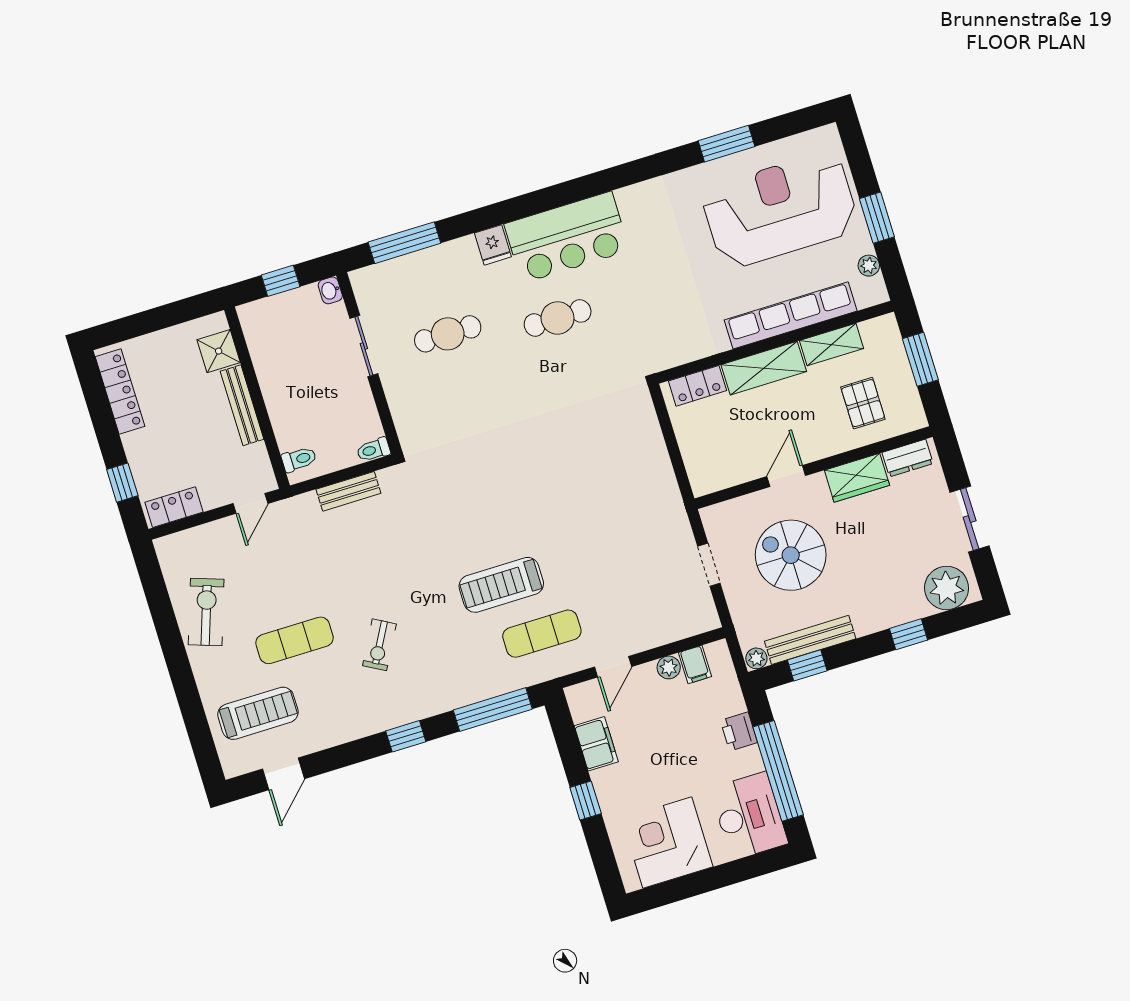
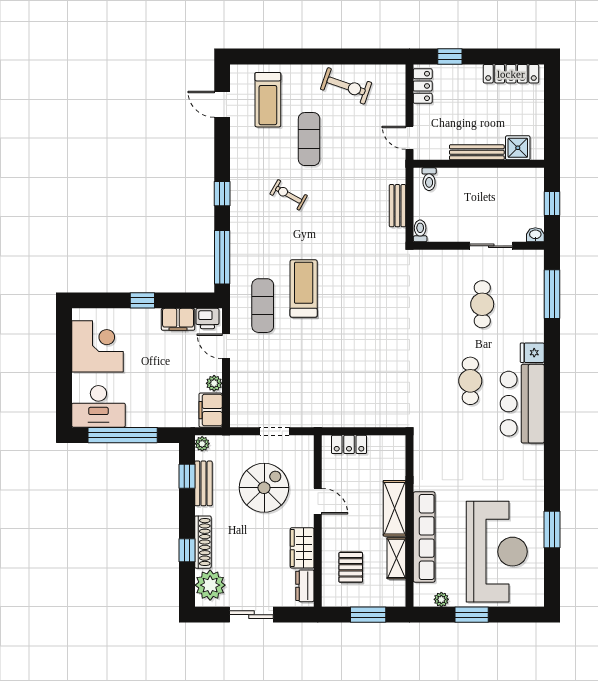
locker: (697, 386) -> (349, 444), moved, turned -90
pallet: (863, 403) -> (351, 567), turned 90
shoe rack: (891, 616) -> (203, 542), added
bench: (810, 640) -> (203, 483), width x0.73
filing cabinet: (695, 665) -> (211, 410), width x2.00
printer: (739, 731) -> (207, 319), moved, turned 180

